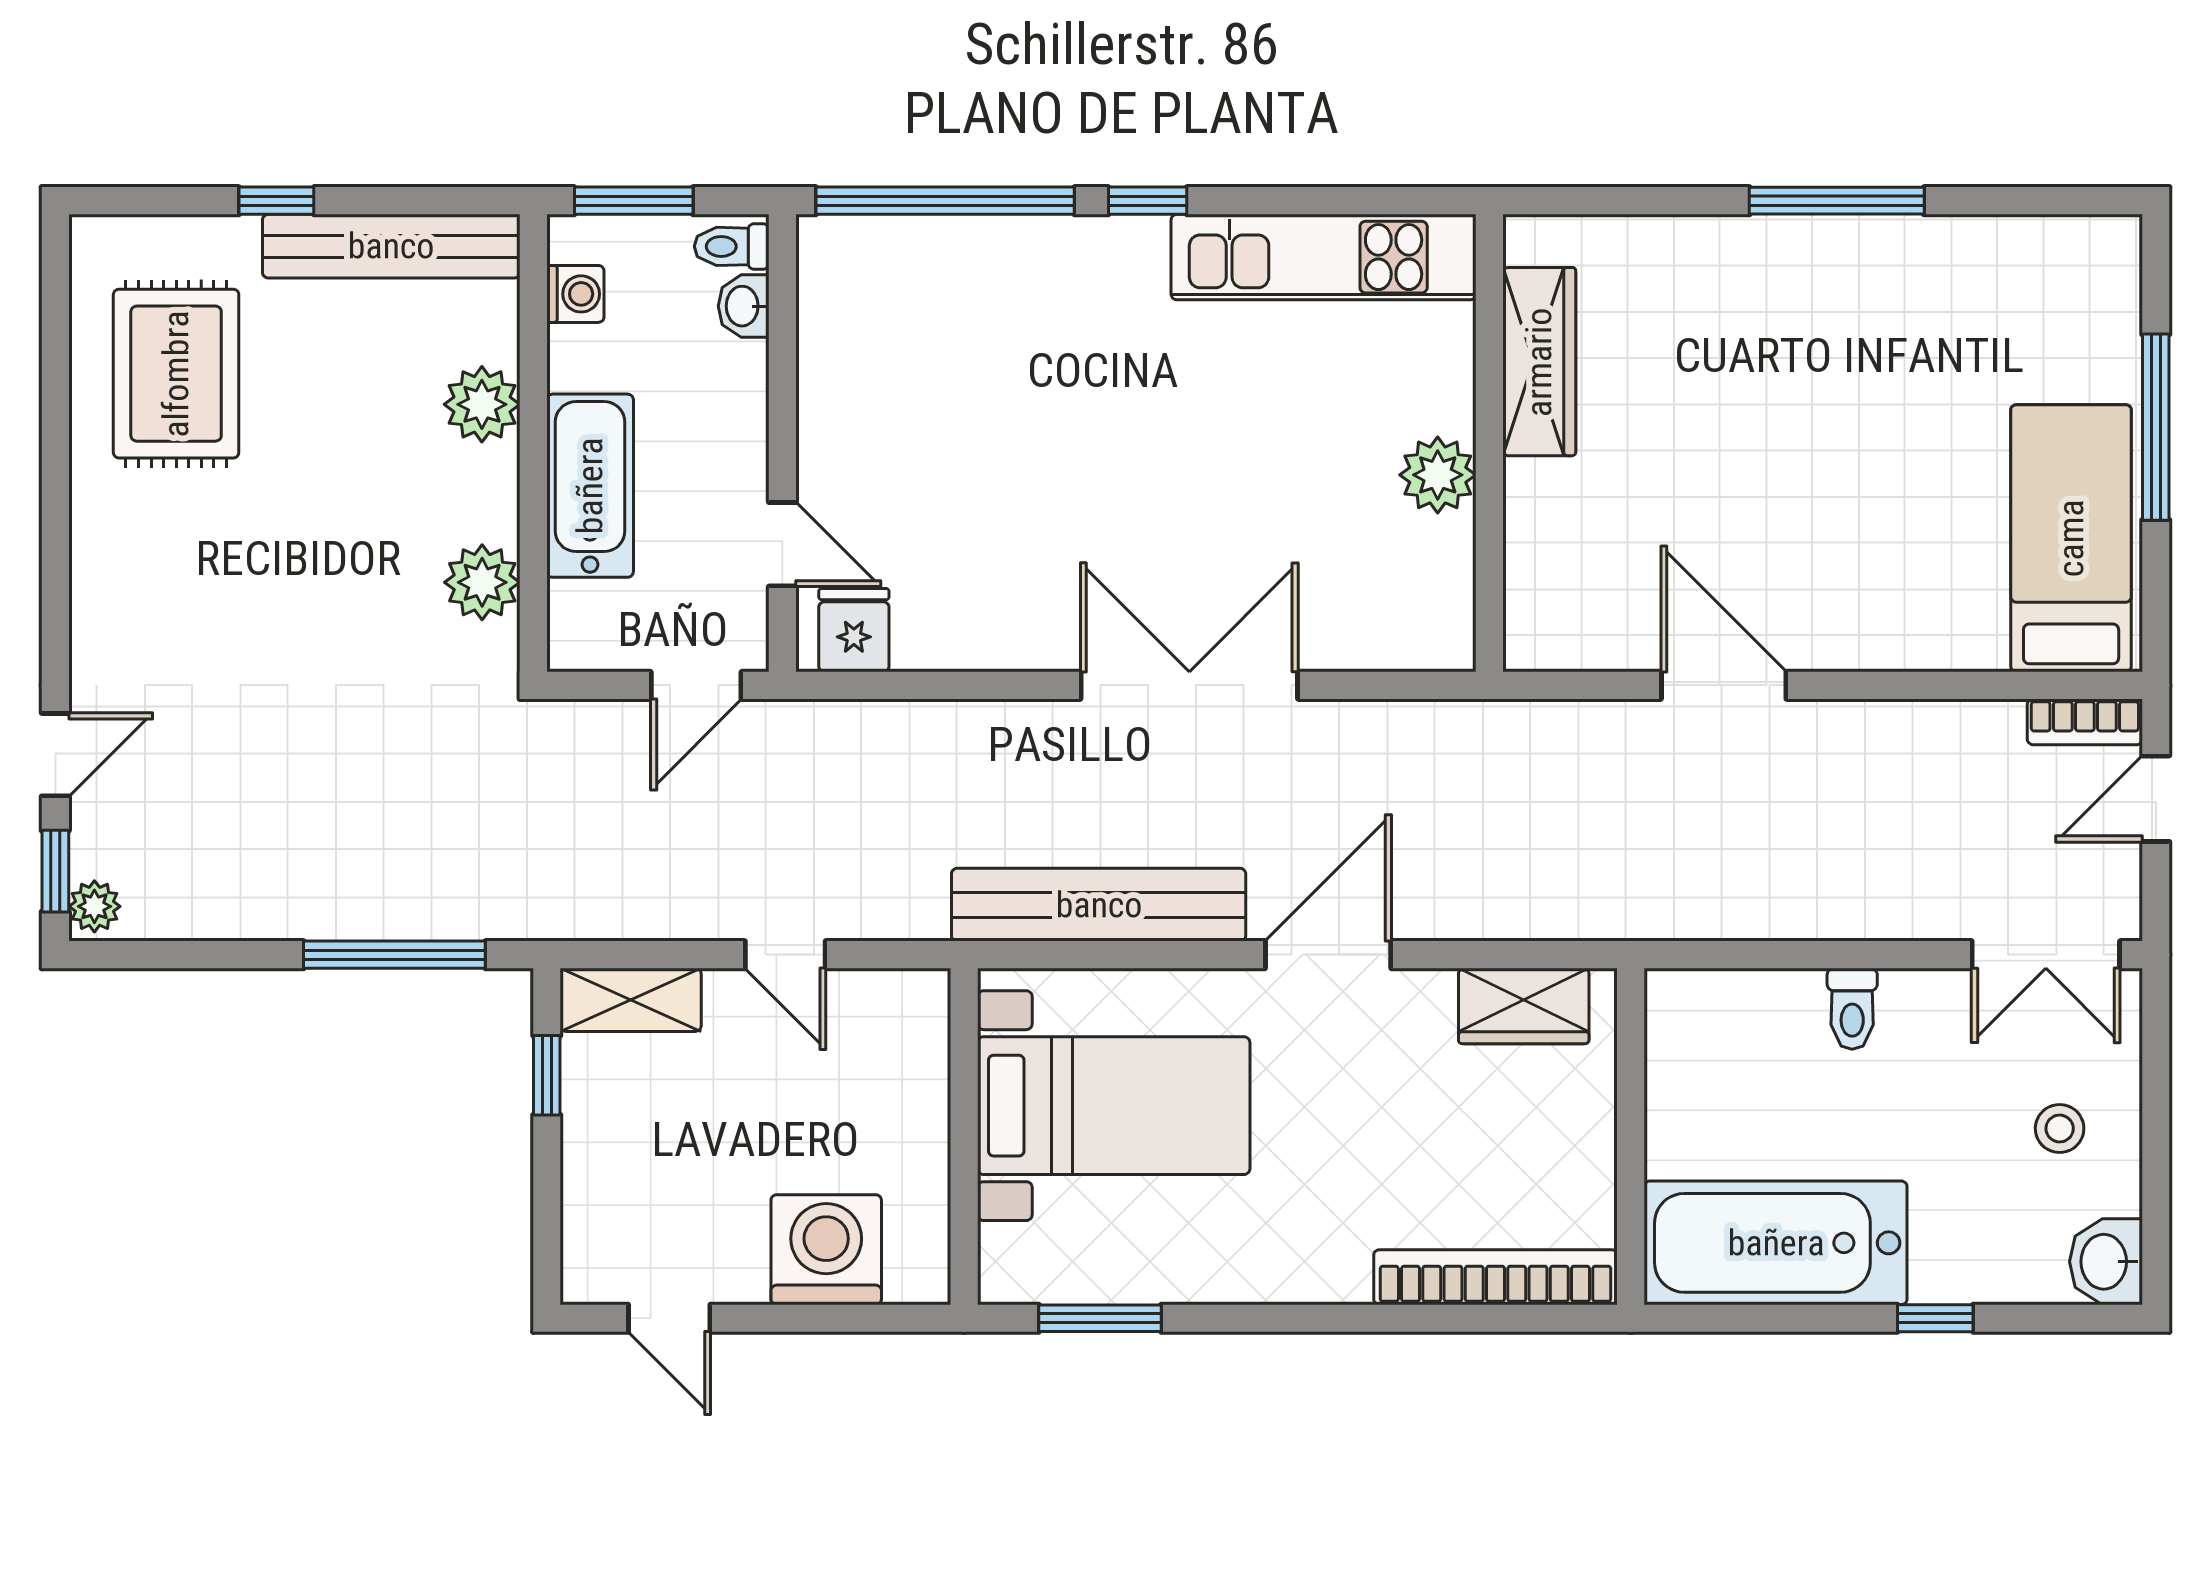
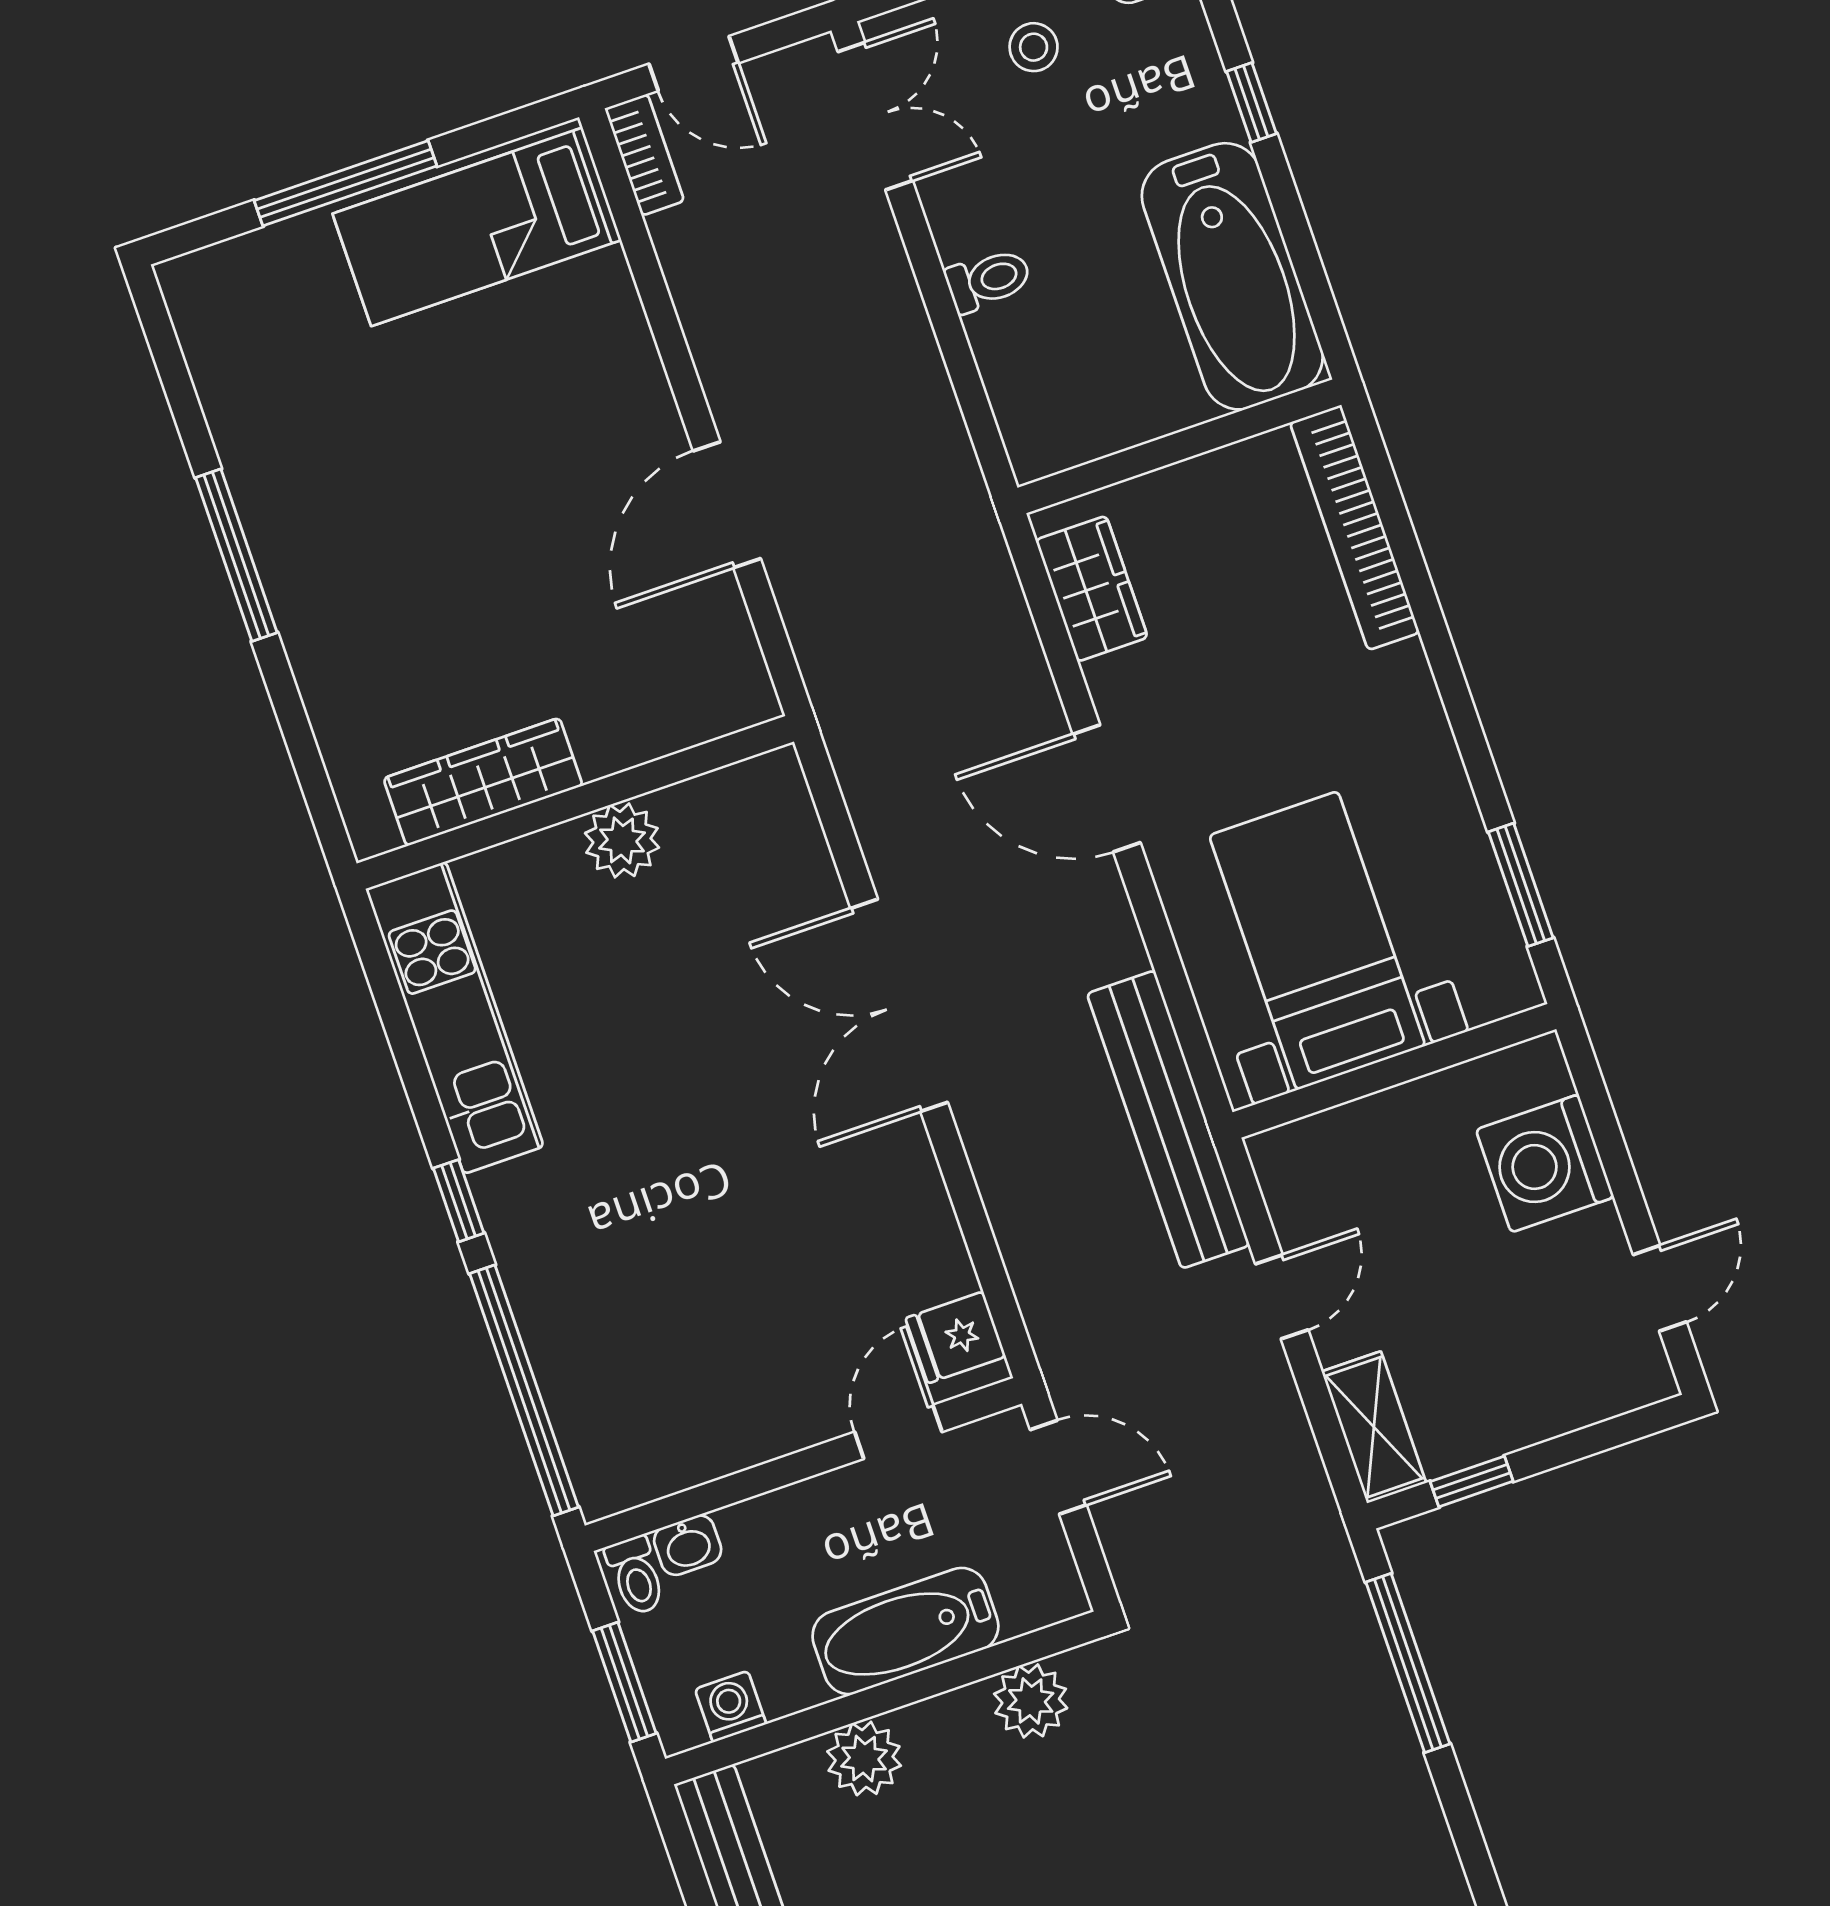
bench: (1099, 905) -> (1168, 1119), moved

